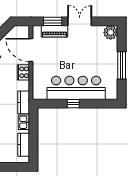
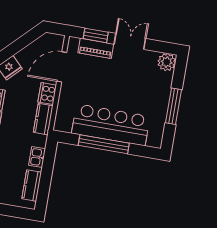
door: (31, 50) -> (62, 67), hinge flipped
kitchen counter: (24, 102) -> (43, 119), moved
window: (73, 104) -> (104, 144), width x3.17

